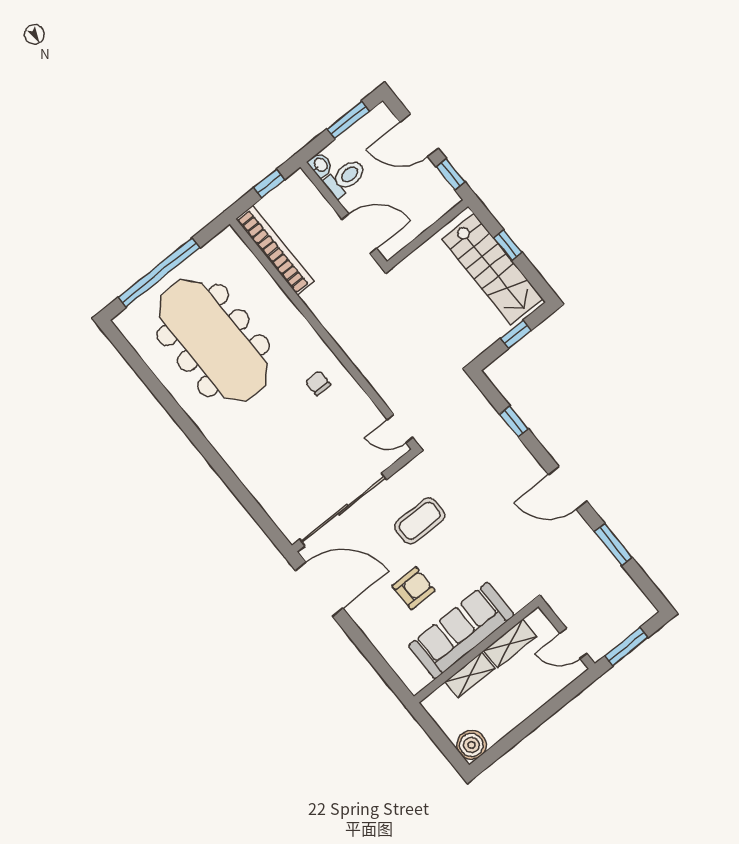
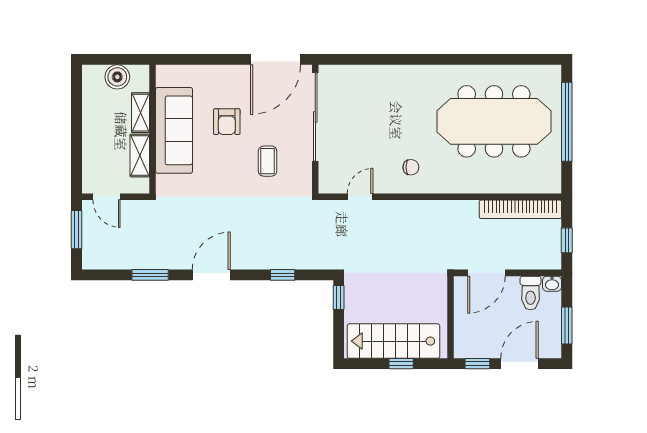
window: (516, 334) -> (339, 297), moved
door: (400, 428) -> (360, 197), moved
coffee table: (420, 521) -> (268, 161), width x0.73, depth x0.77
door: (573, 643) -> (107, 197), swing flipped
boiler: (471, 745) -> (117, 77), moved

